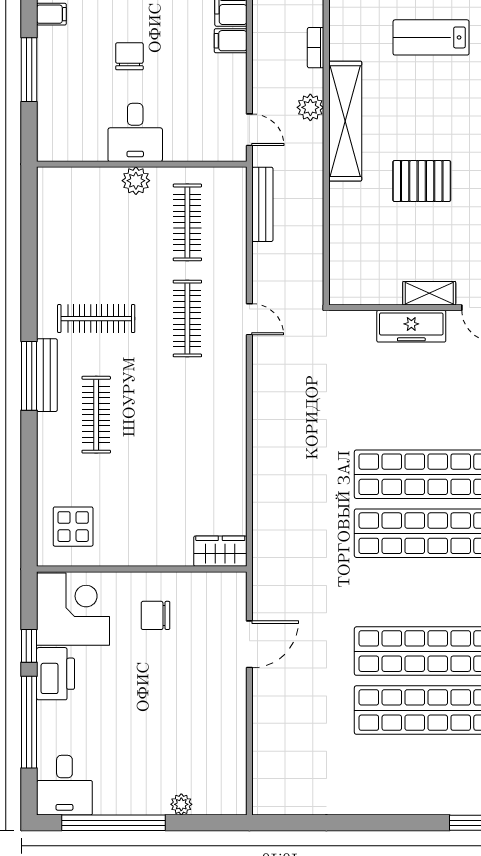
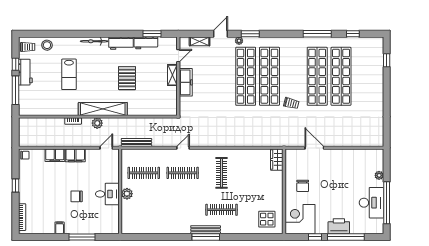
filing cabinet: (231, 41) -> (75, 155), width x2.00
clothes rail: (96, 319) -> (222, 173), moved
trolley: (359, 587) -> (291, 103), added
printer: (56, 674) -> (339, 226), moved
desk: (64, 785) -> (371, 203), moved, width x1.37

